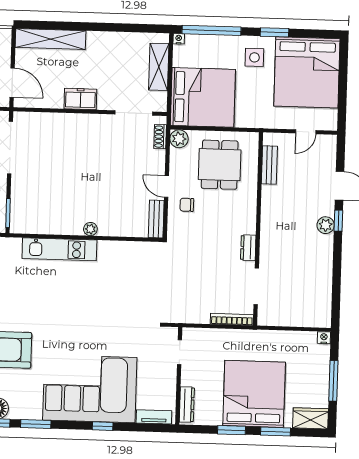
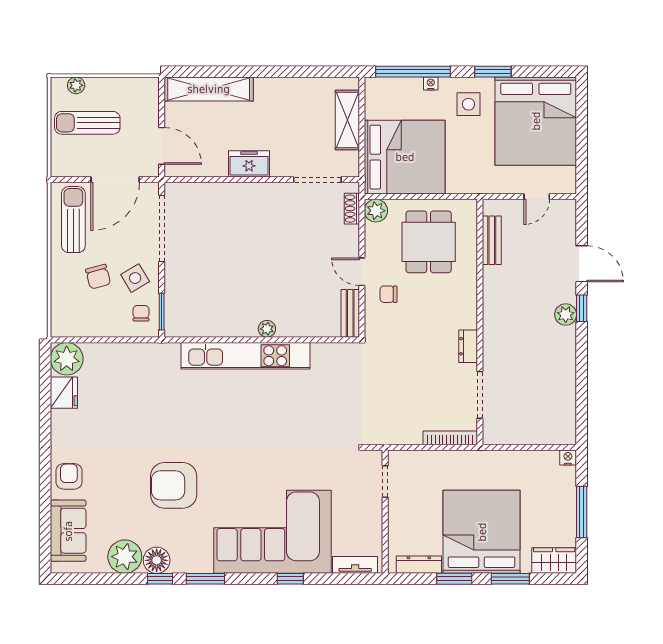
nightstand: (179, 39) -> (431, 84), moved
kitchen unit: (59, 249) -> (246, 356), width x1.36
dresser: (187, 405) -> (419, 565), moved, turned -90

